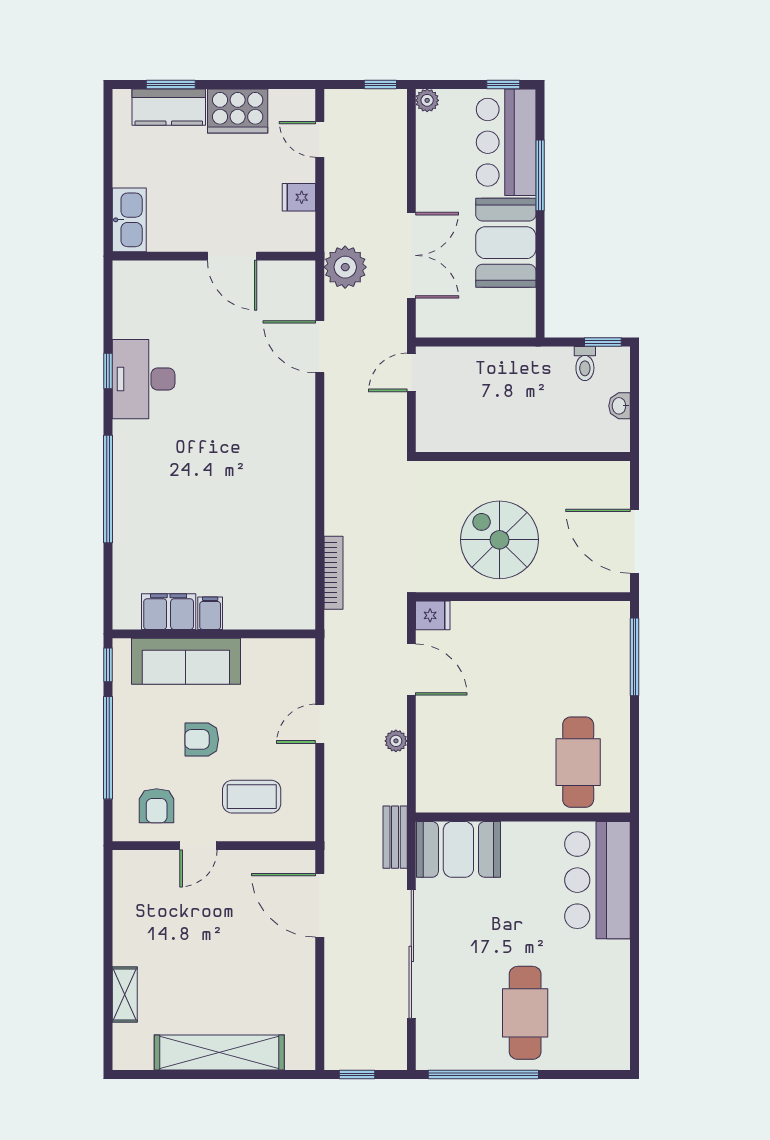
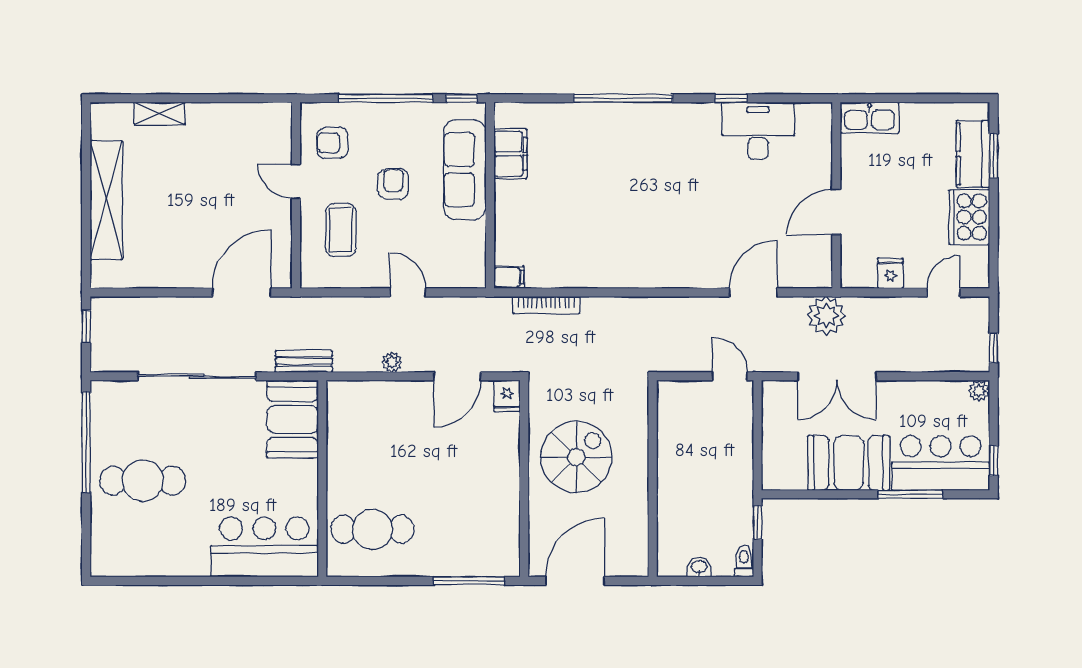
window: (603, 342) -> (758, 522), moved
toilet: (585, 364) -> (744, 561), moved, turned 90
desk: (144, 379) -> (758, 131), moved
filing cabinet: (210, 613) -> (509, 277), moved

